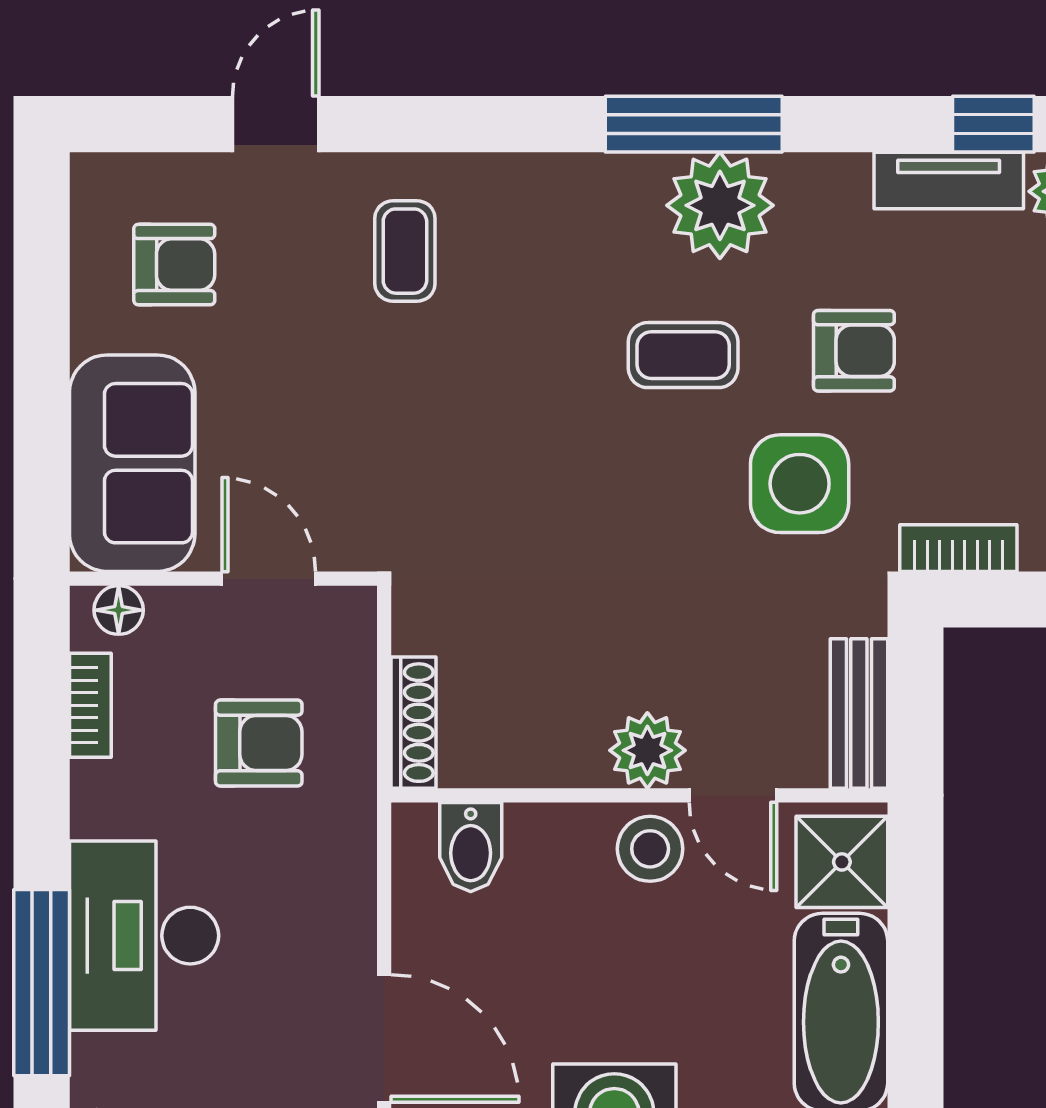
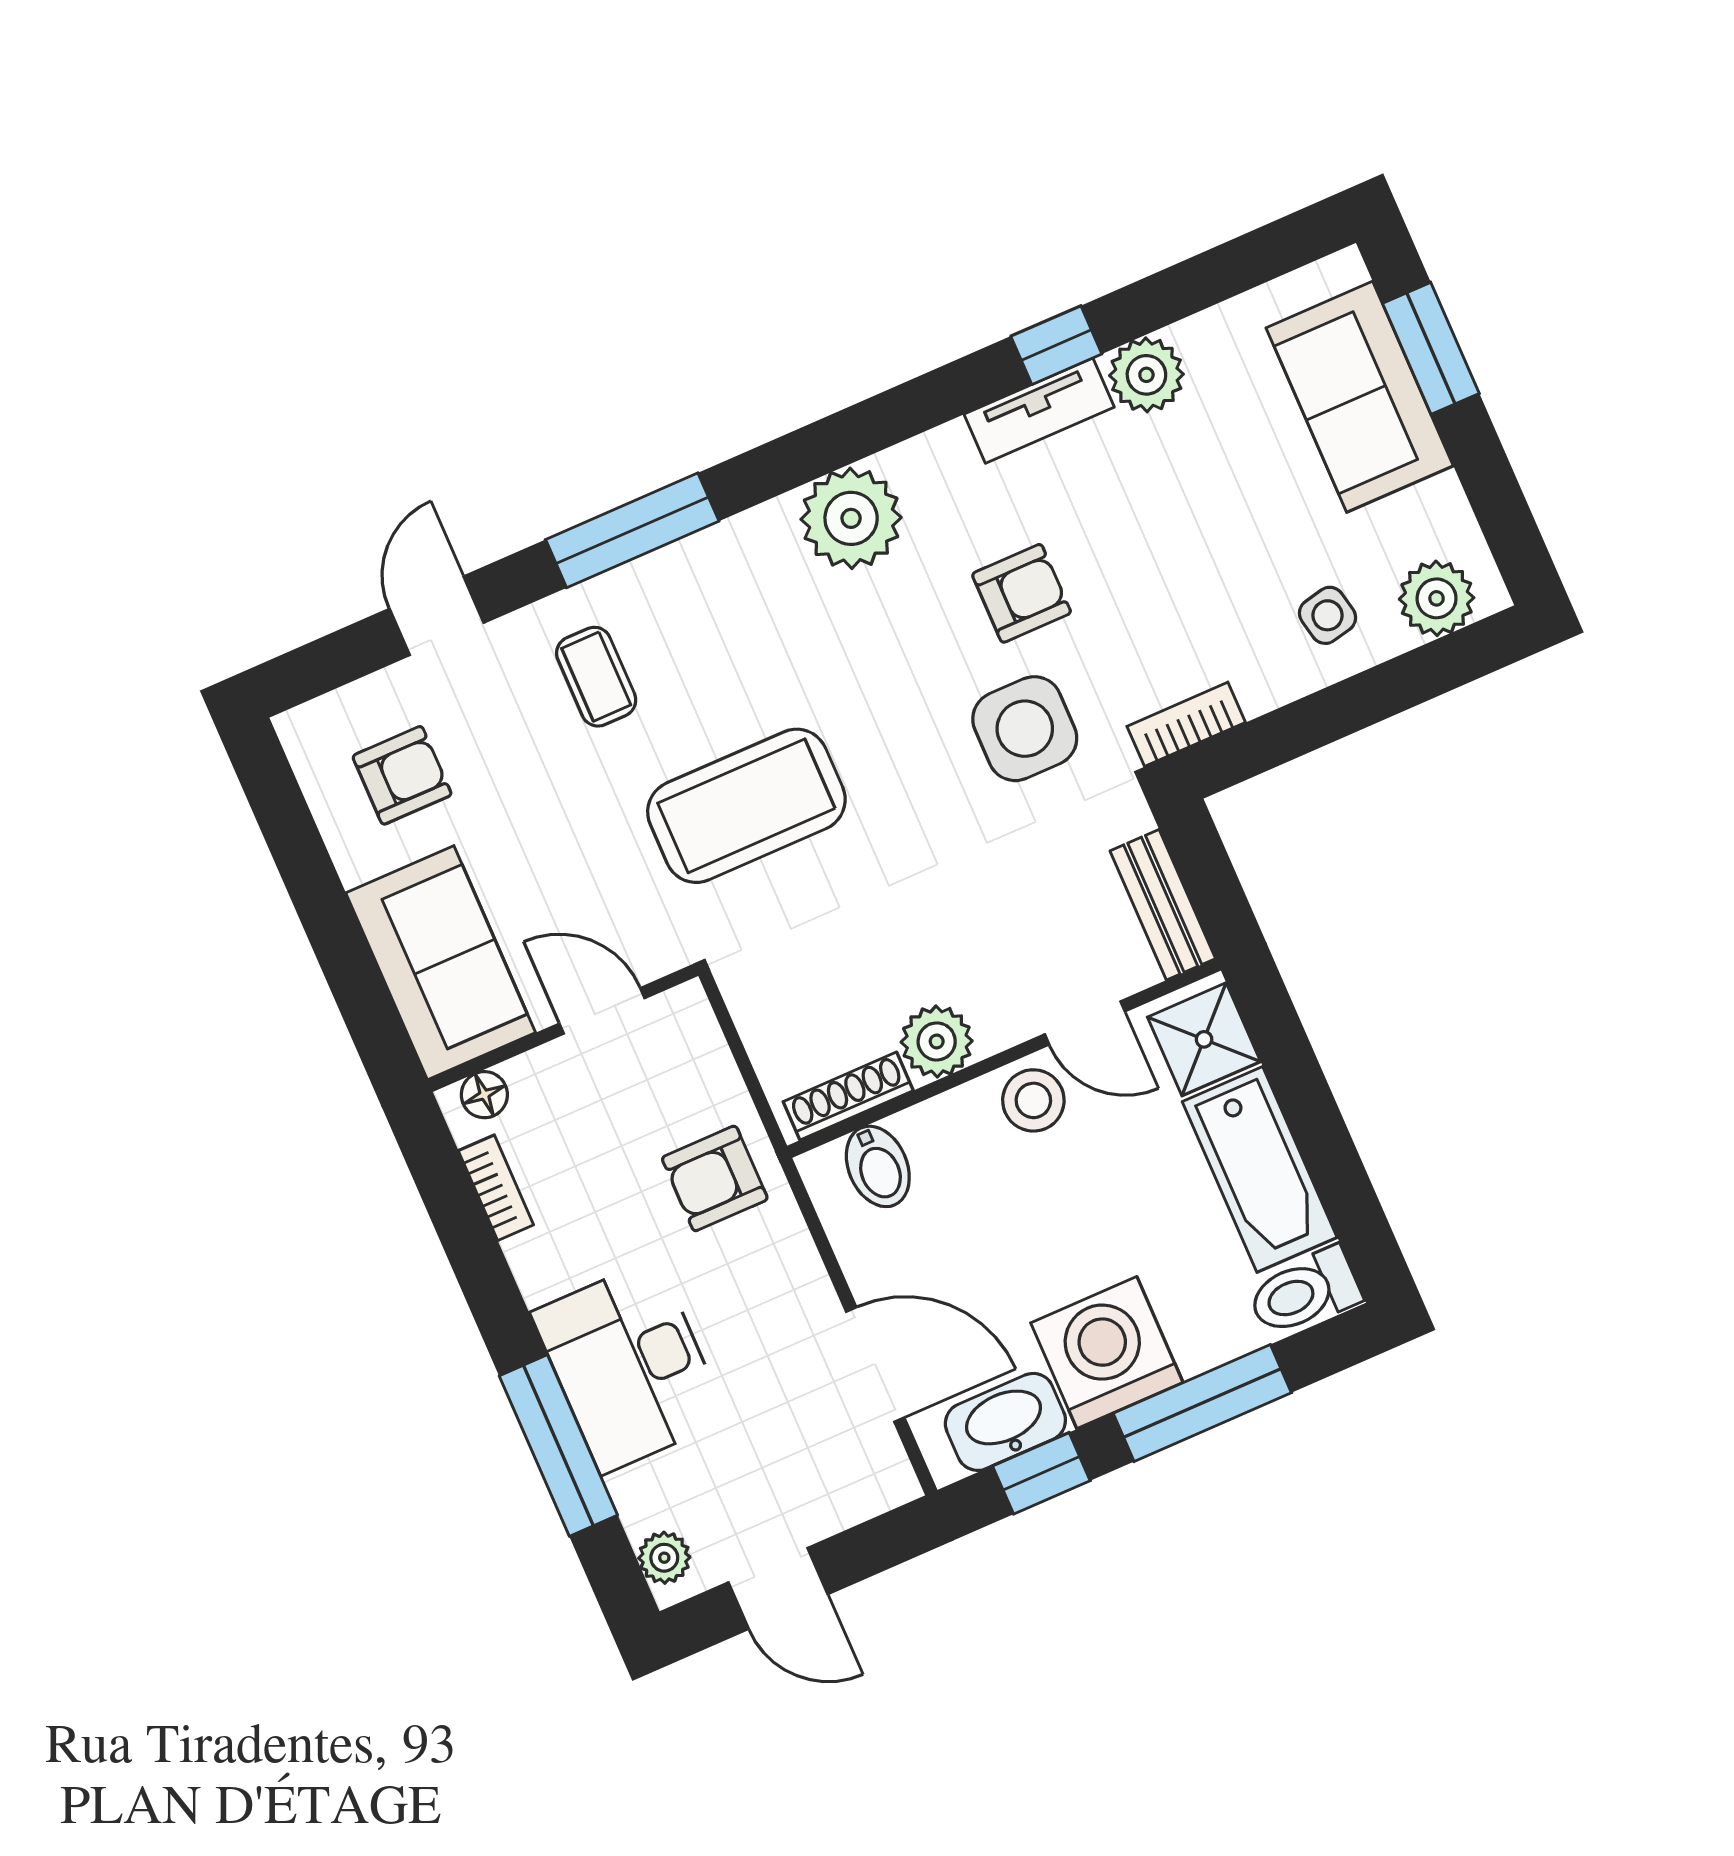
window: (694, 124) -> (632, 530), moved
coffee table: (683, 355) -> (746, 806), moved, width x1.86, depth x1.72
shoe rack: (413, 723) -> (848, 1096), moved, turned -90
armchair: (259, 743) -> (715, 1178), moved, turned 180
plant: (647, 750) -> (937, 1041), moved

